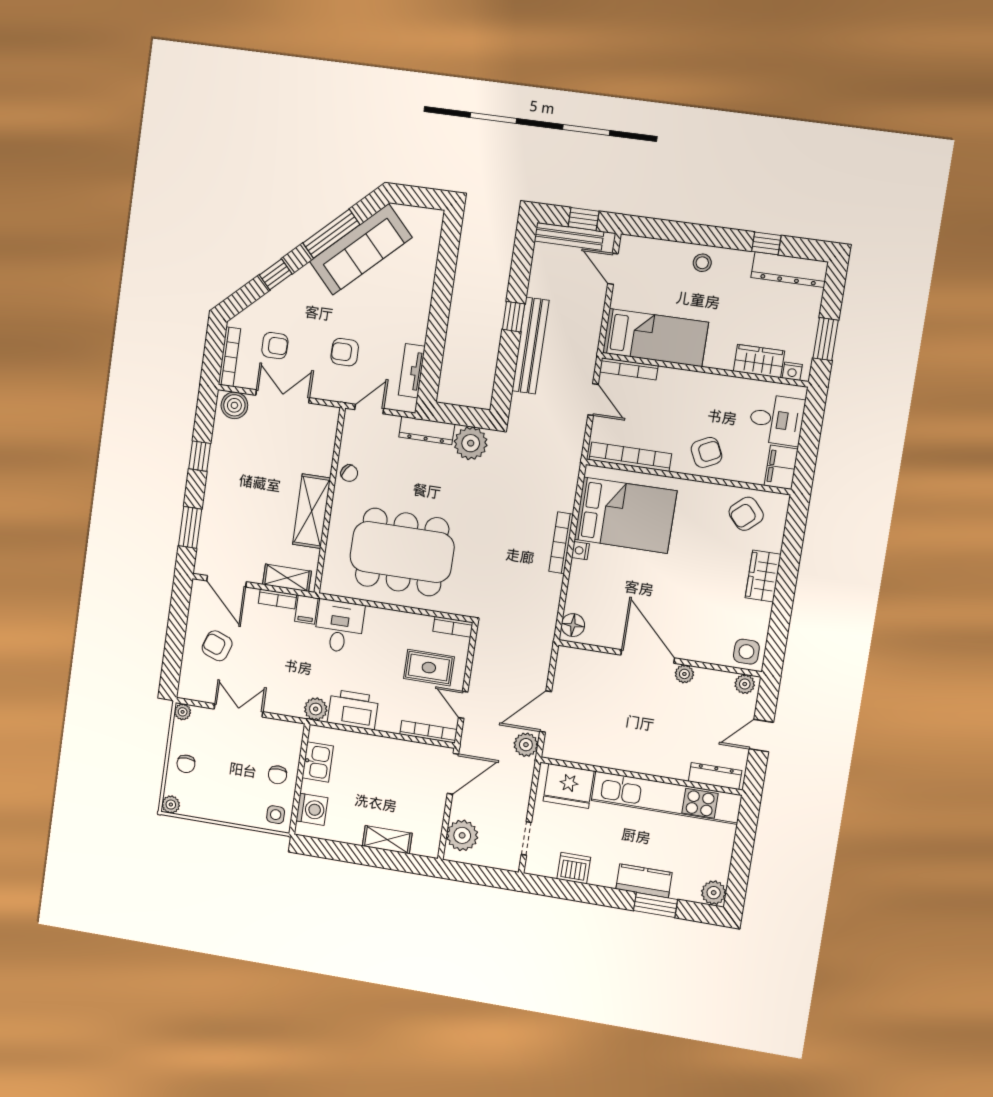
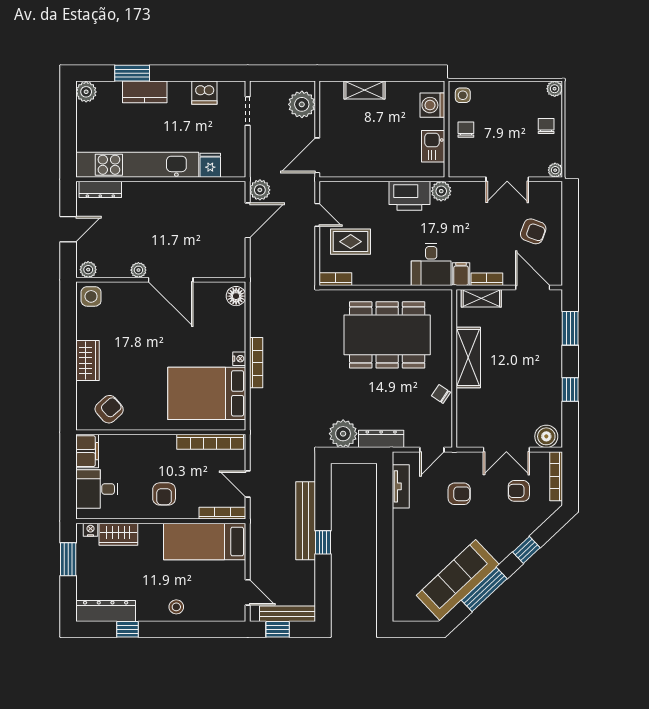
armchair: (706, 452) -> (164, 494), moved, turned -64
bookcase: (429, 732) -> (343, 187), removed
fridge: (569, 786) -> (210, 165), width x0.53, depth x0.75

